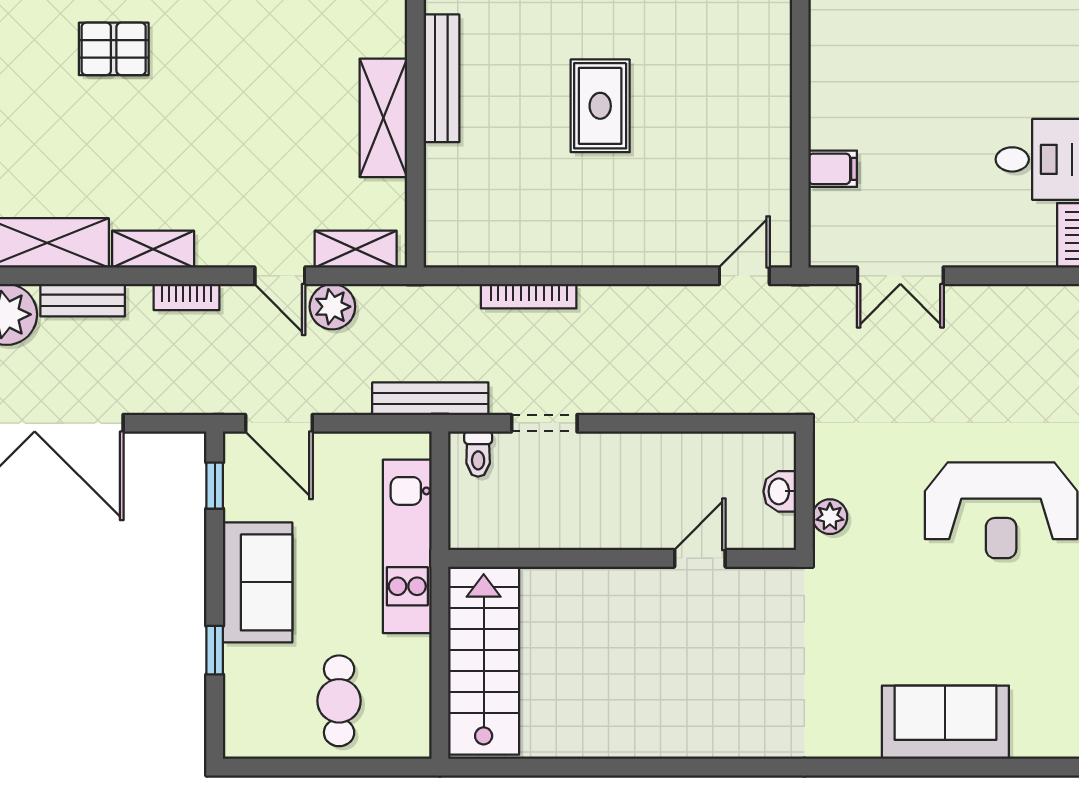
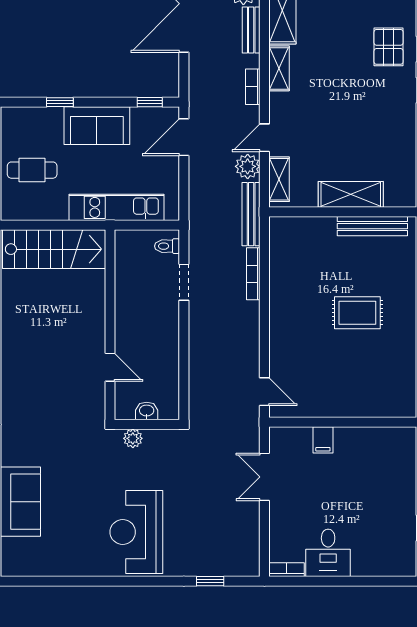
bench: (430, 399) -> (251, 214), moved

